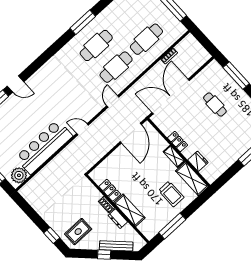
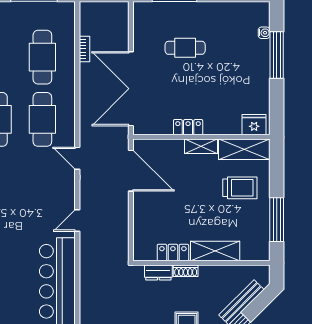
fridge: (198, 161) -> (254, 125), moved
dresser: (118, 219) -> (158, 273), moved

